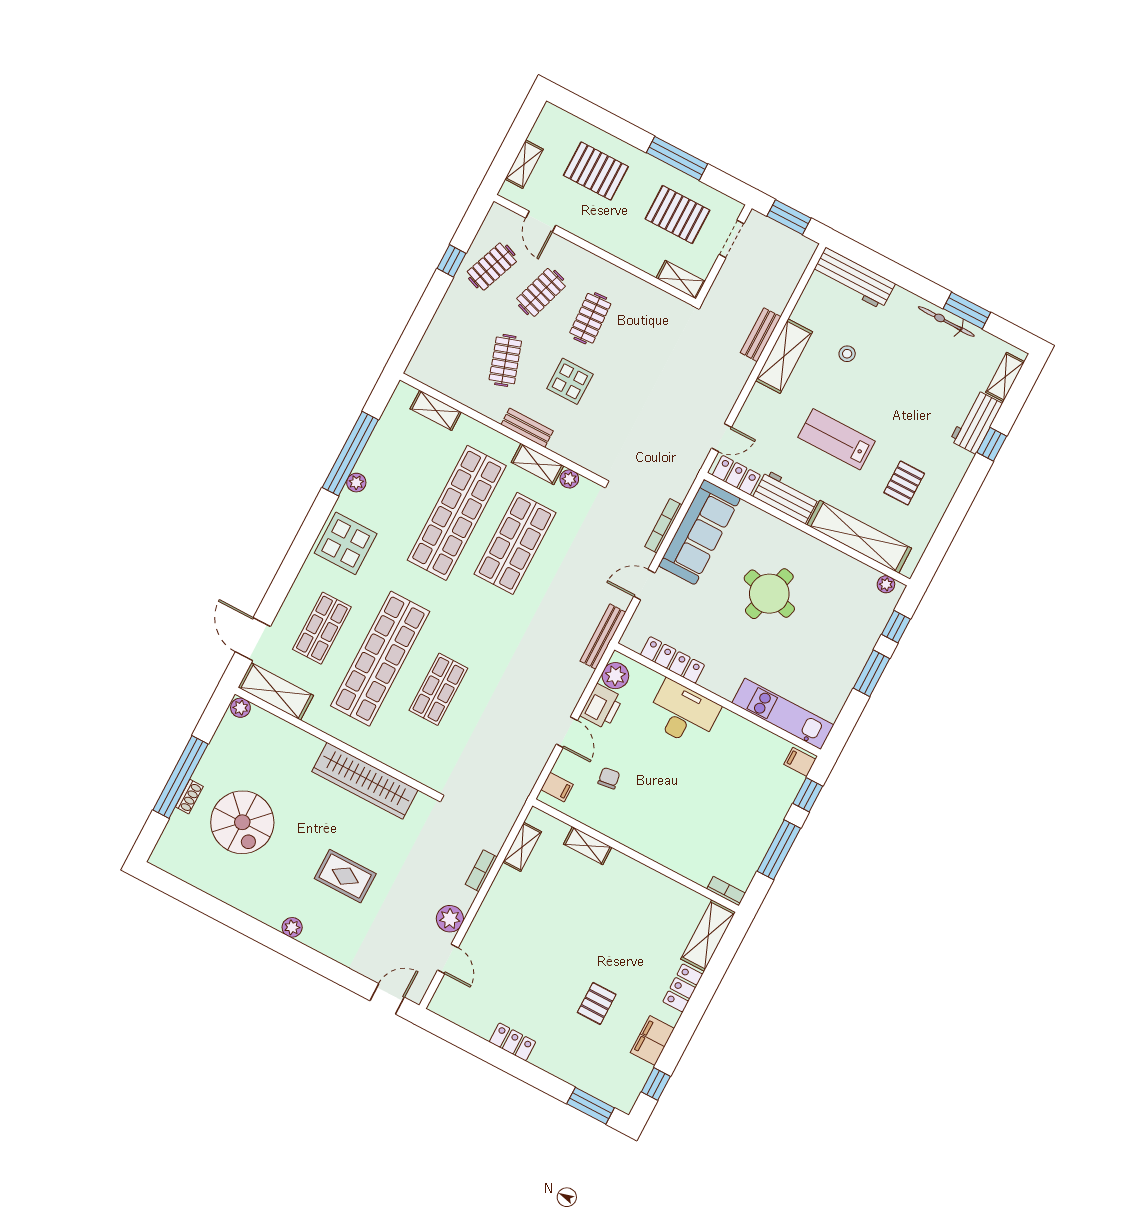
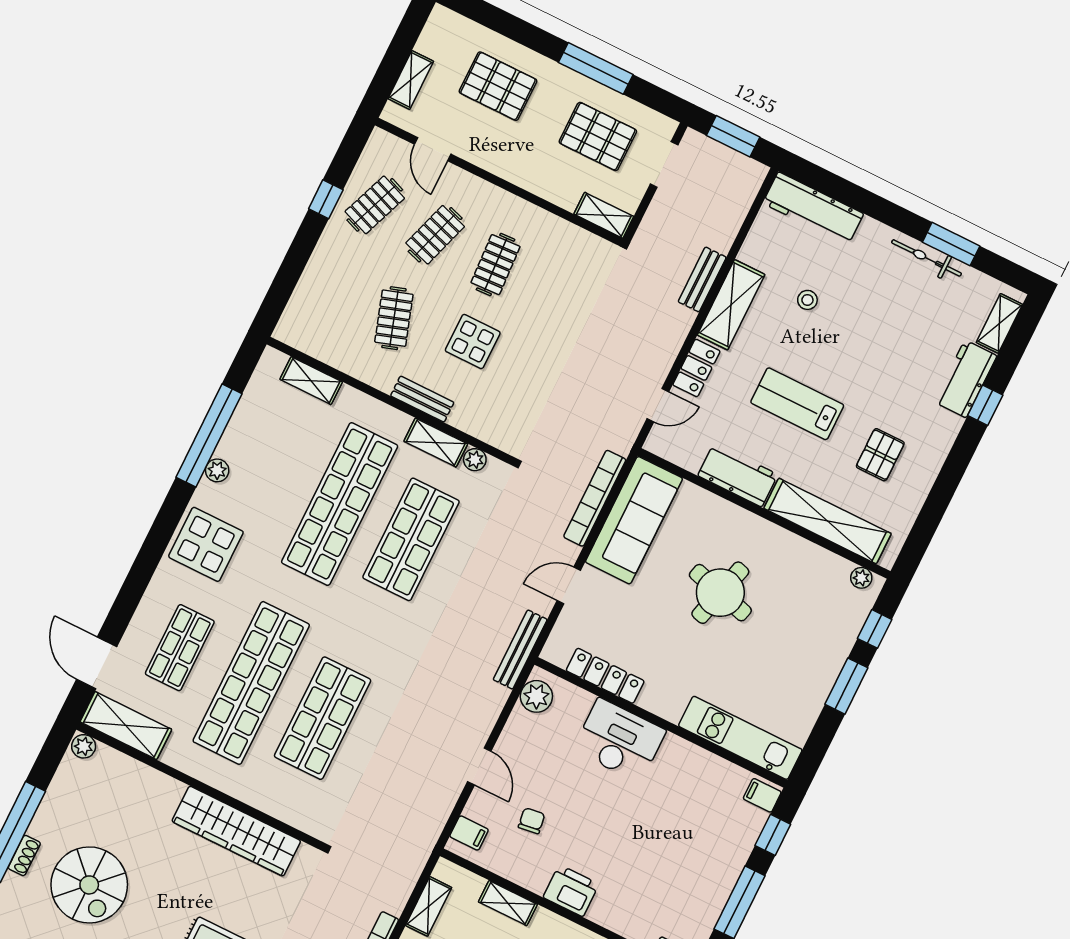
locker: (736, 475) -> (696, 368), moved, turned 90
bookcase: (663, 526) -> (595, 498), width x1.48, depth x1.31
shop shelf: (438, 689) -> (323, 718), width x1.43, depth x1.36
printer: (602, 706) -> (571, 891), moved, turned -90

